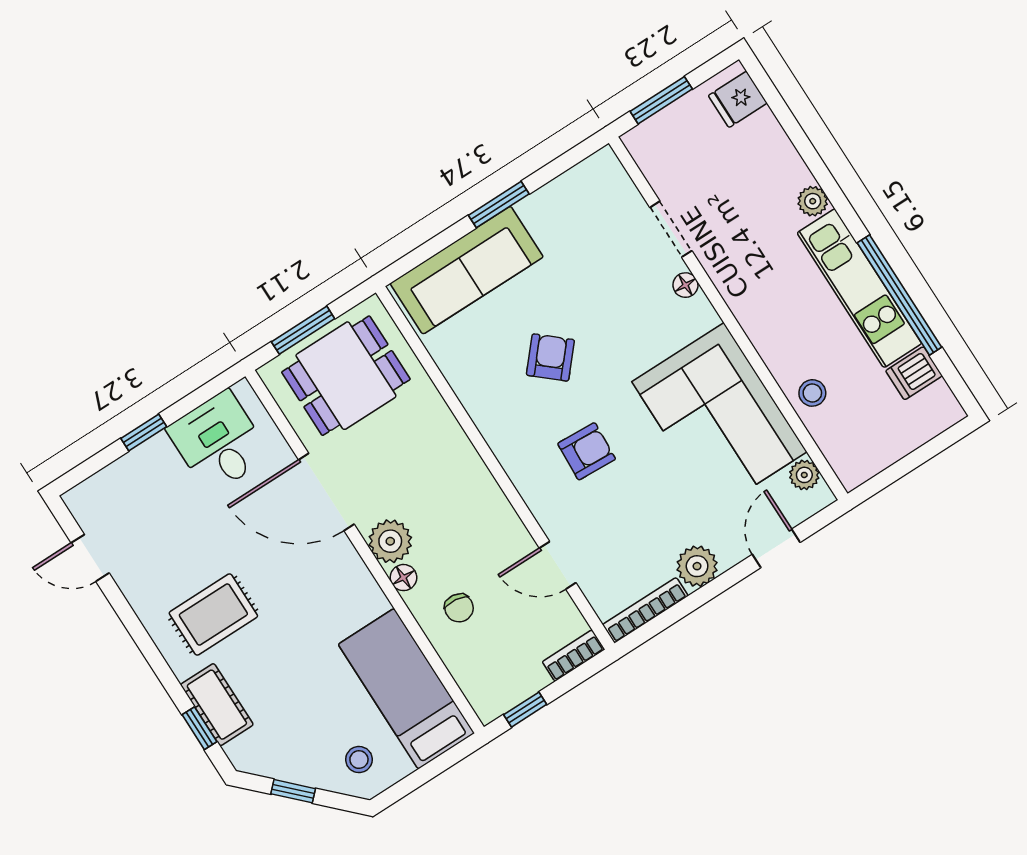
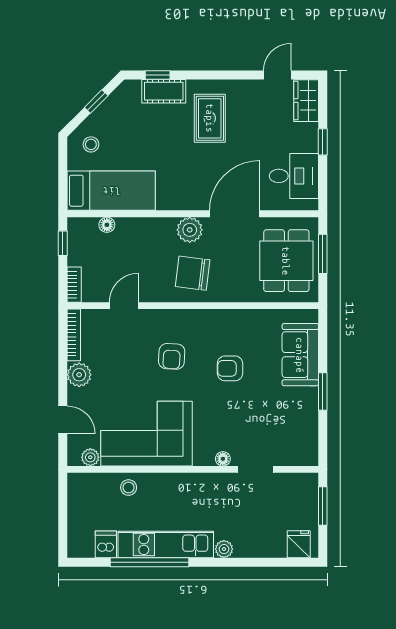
sofa: (467, 270) -> (300, 355), width x0.73
armchair: (550, 357) -> (230, 368), turned 139
wardrobe: (100, 494) -> (306, 101), added
floor lamp: (403, 578) -> (107, 225), moved
chair: (459, 608) -> (193, 273), moved, width x1.87, depth x1.87

